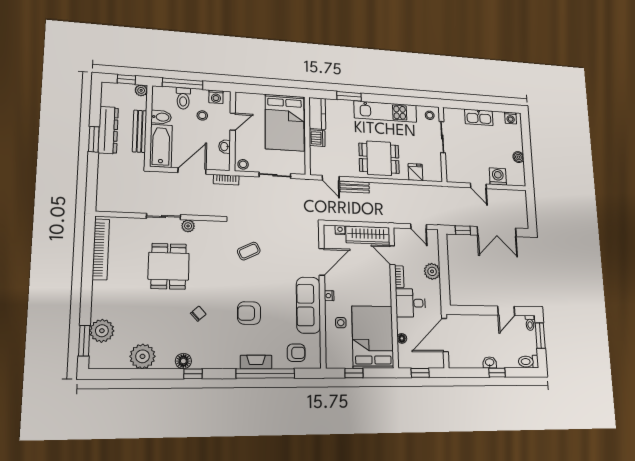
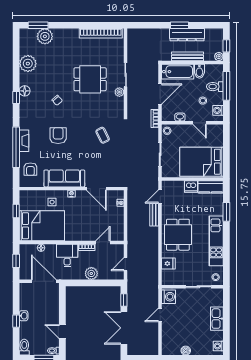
door: (192, 171) -> (160, 94), hinge flipped
washing machine: (498, 176) -> (169, 297), moved
wardrobe: (368, 235) -> (117, 224), removed

